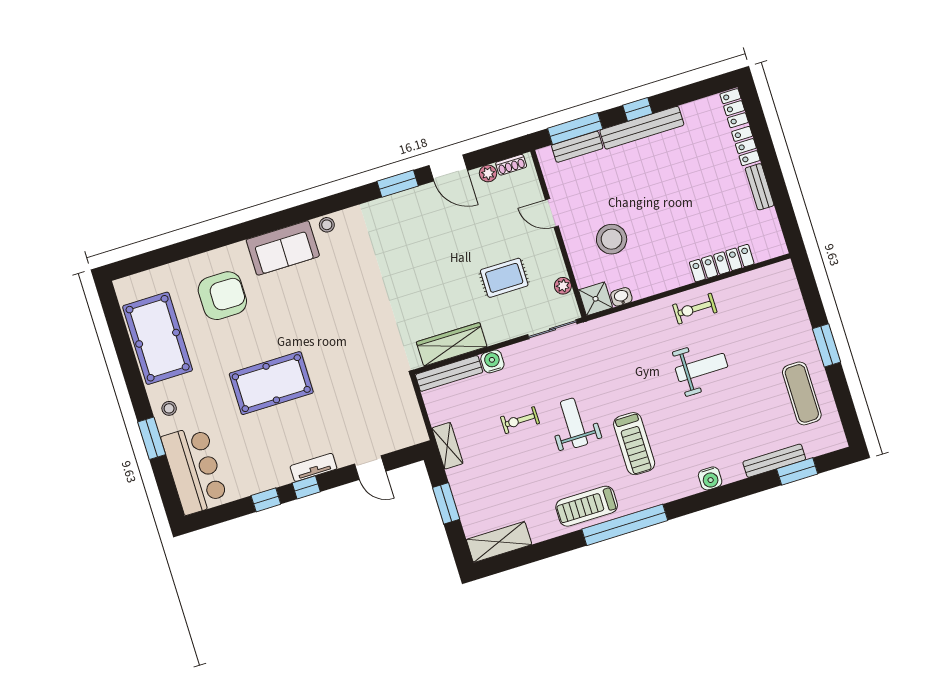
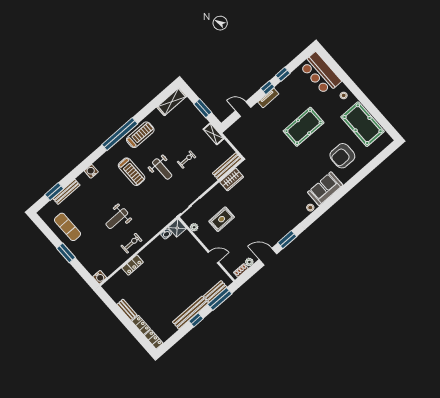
stool: (612, 239) -> (182, 257), removed
locker: (722, 263) -> (133, 265), width x0.66
wardrobe: (452, 344) -> (232, 180), width x0.67
water cooler: (492, 361) -> (100, 277), moved
window: (152, 438) -> (345, 79), removed
treadmill: (634, 444) -> (132, 172), turned 180

